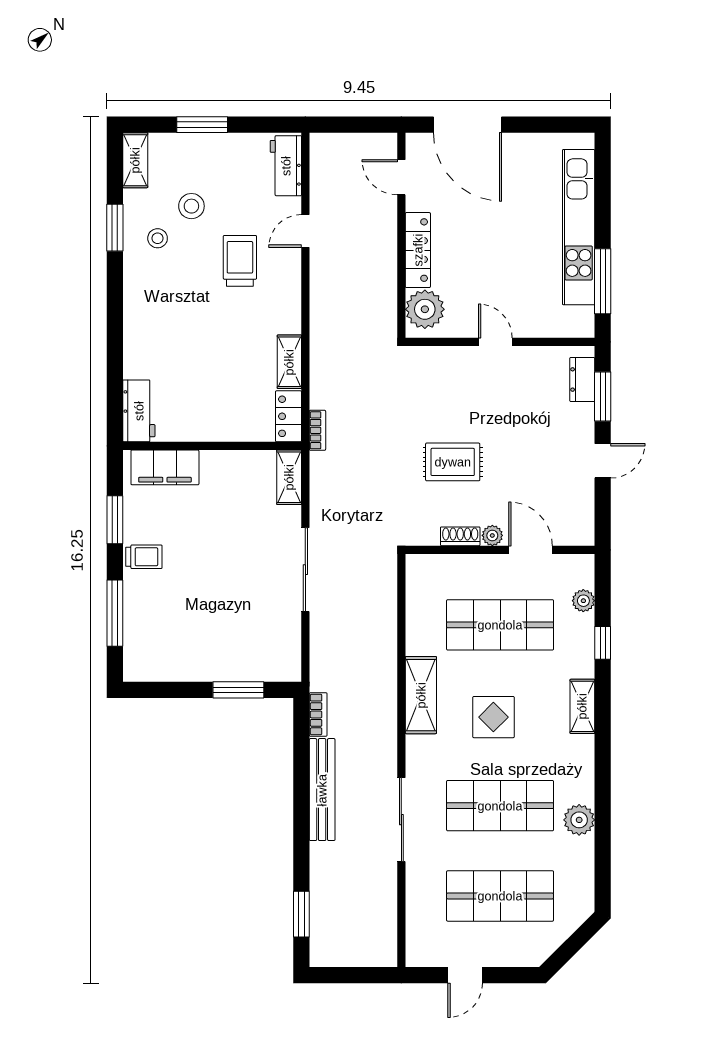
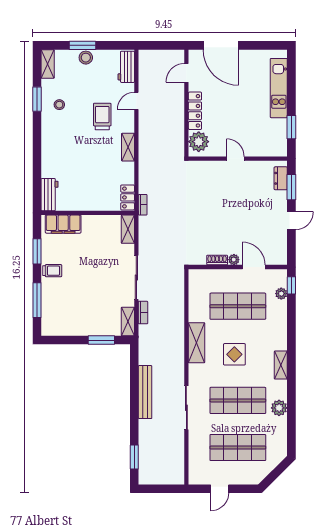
door: (401, 177) -> (186, 73), hinge flipped
stool: (191, 206) -> (86, 58), moved
kitchen unit: (579, 227) -> (279, 88), width x0.73
window: (603, 281) -> (291, 127), width x0.69
shelving: (289, 362) -> (128, 147), moved
rug: (453, 462) -> (213, 221), removed
window: (603, 643) -> (291, 285), moved
shelving: (289, 654) -> (128, 321), added
shelving: (582, 706) -> (281, 365), moved
bookcase: (318, 714) -> (143, 313), moved

